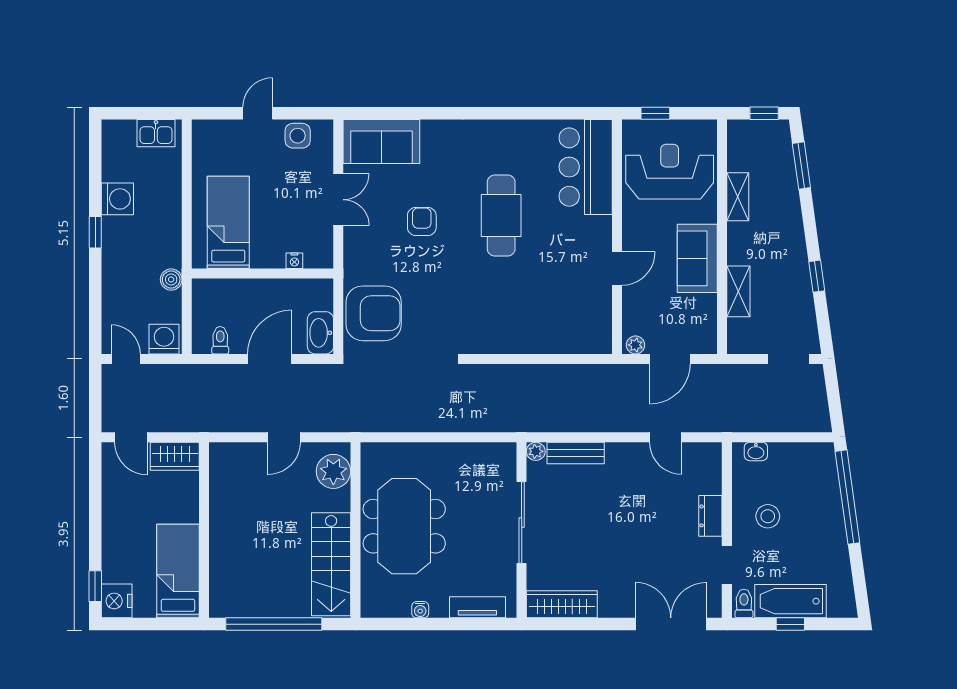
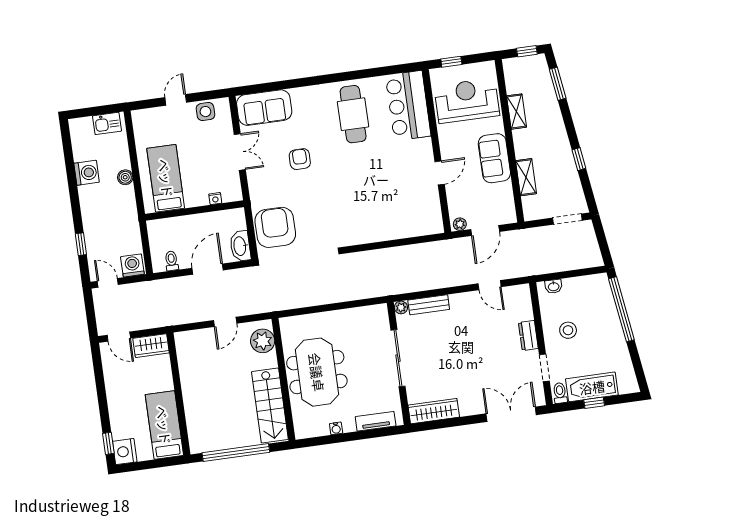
cafe table: (501, 215) -> (353, 114), moved
window: (95, 232) -> (81, 244), moved
boiler: (171, 280) -> (125, 177), moved
armchair: (374, 313) -> (275, 227), turned -90

